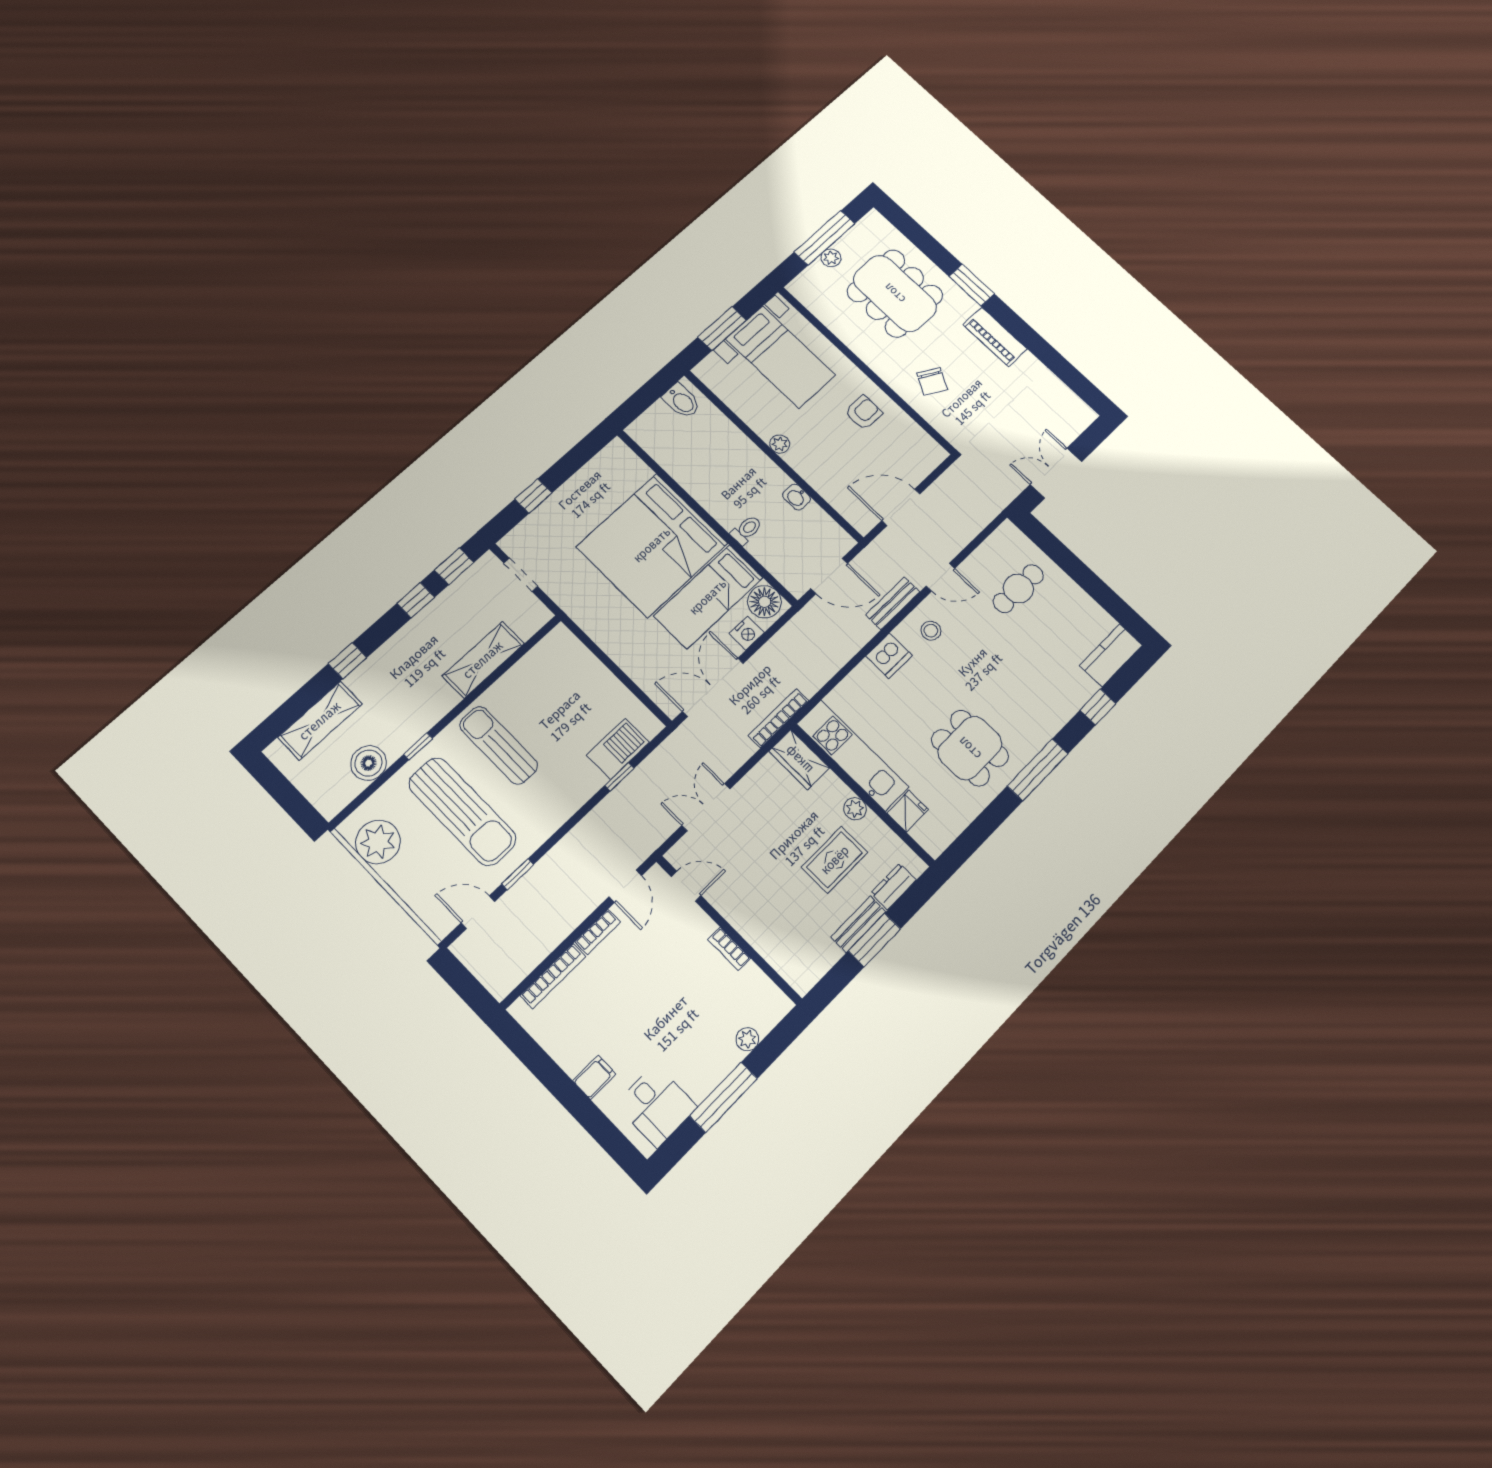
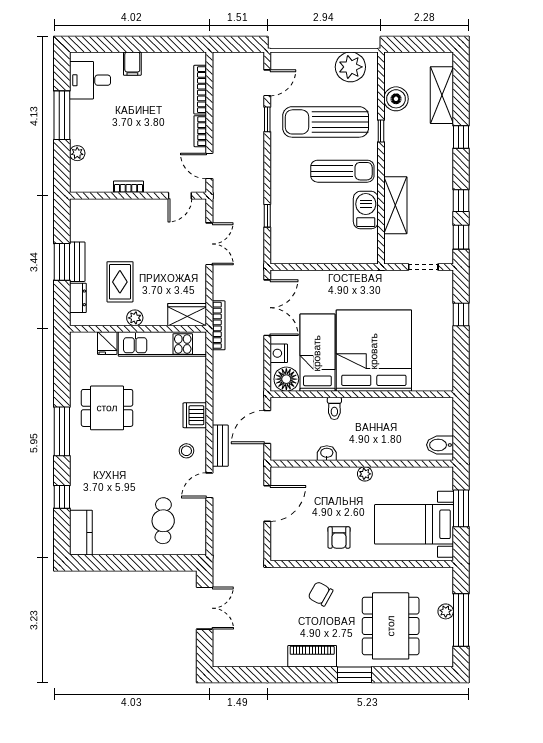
dining table: (895, 293) -> (391, 626), turned 90
barbecue: (618, 749) -> (366, 210), moved, turned 180

